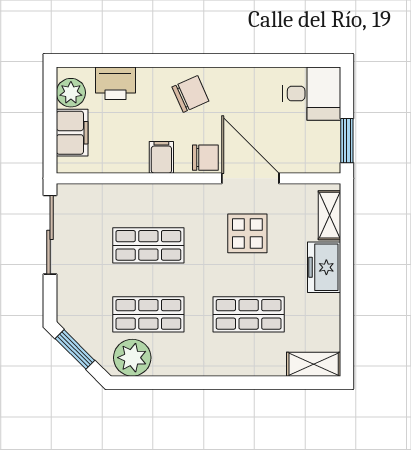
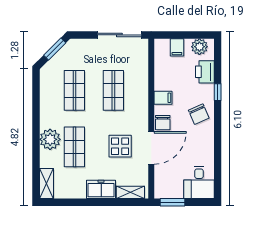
window: (152, 60) -> (218, 92), added
filing cabinet: (72, 133) -> (177, 47), width x0.50
plant: (132, 358) -> (50, 139), moved

